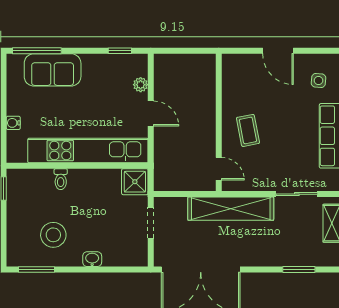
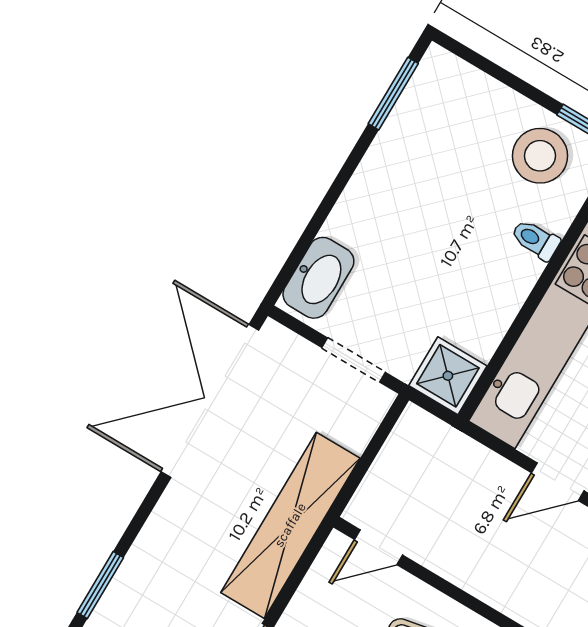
stool: (53, 235) -> (540, 156), moved
washbasin: (92, 259) -> (318, 278), moved, width x1.91, depth x1.45

